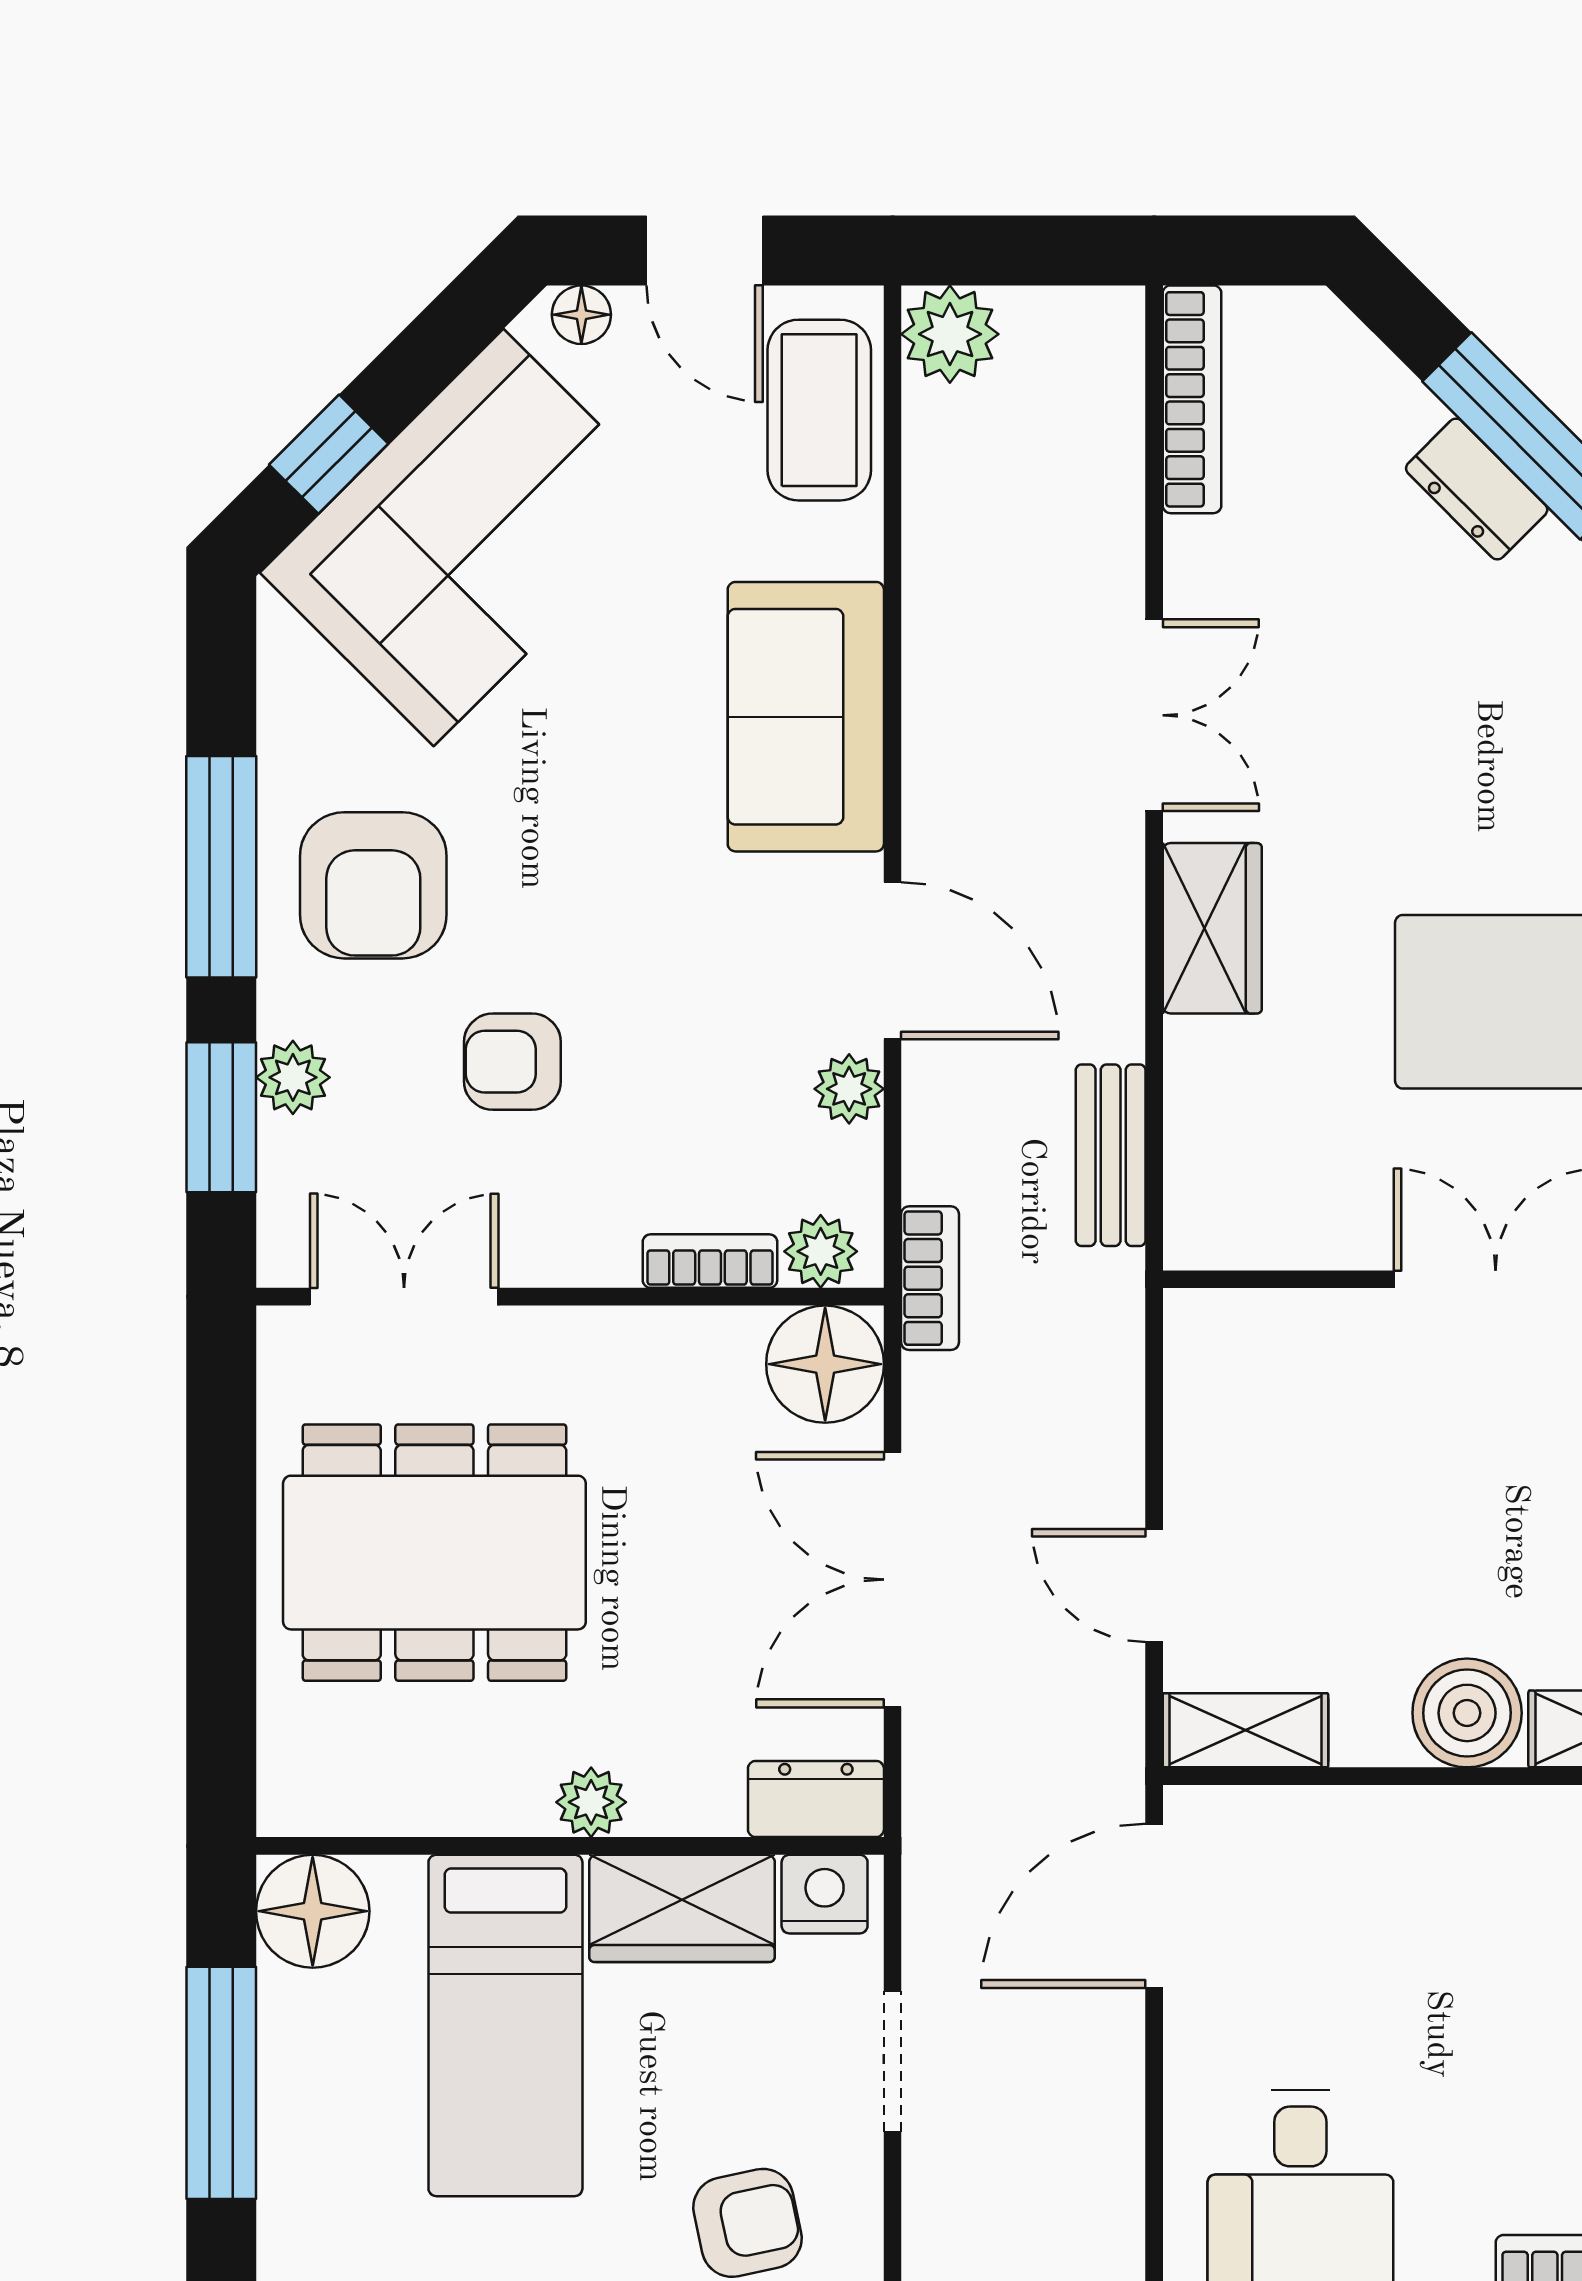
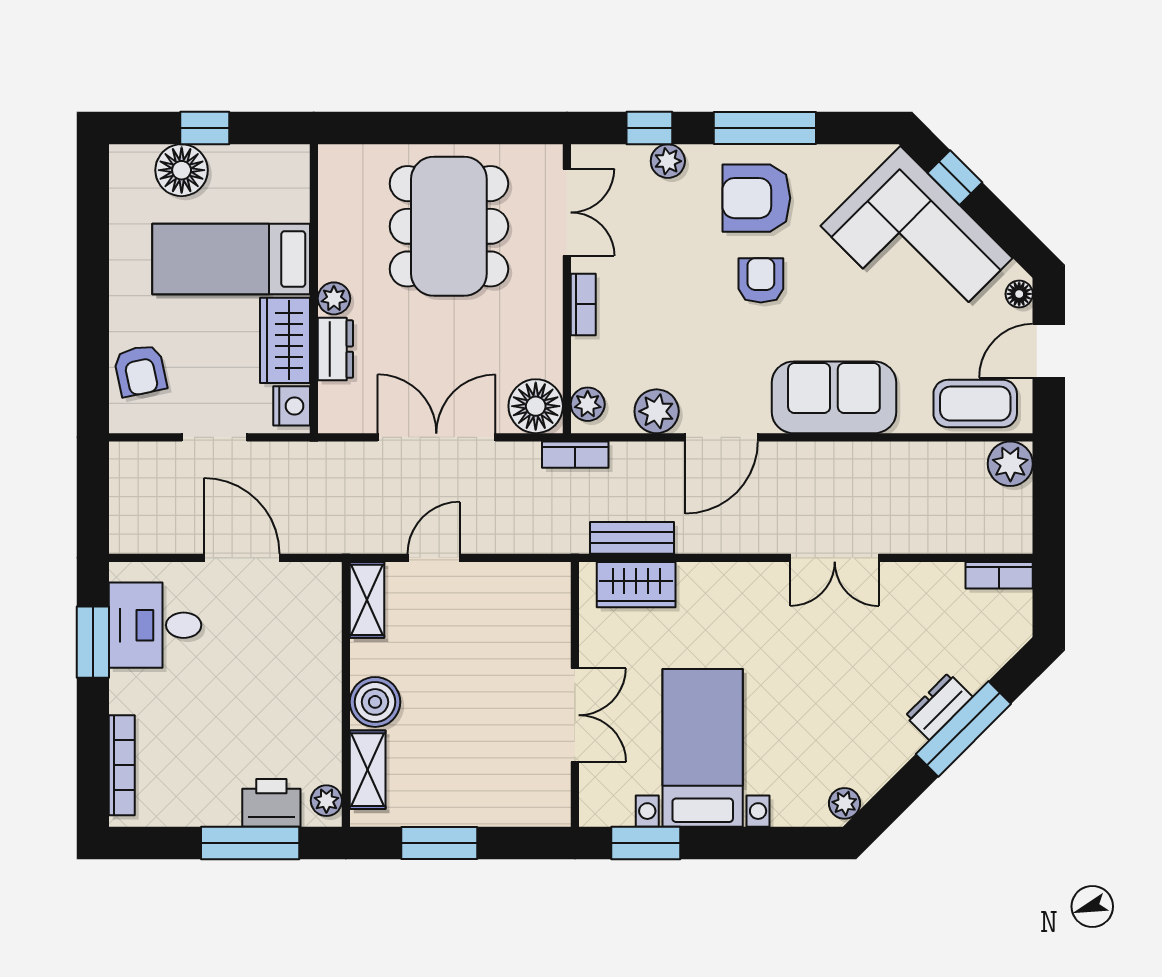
bookcase: (1192, 399) -> (999, 575), width x0.64
wardrobe: (1212, 928) -> (636, 585), moved
armchair: (512, 1062) -> (761, 280), moved
plant: (849, 1089) -> (657, 411), width x1.38, depth x1.38
window: (221, 1117) -> (649, 128), width x0.67
bookcase: (710, 1261) -> (583, 304), moved
dresser: (816, 1799) -> (335, 349), moved
door: (1154, 1906) -> (242, 558), moved
floor lamp: (313, 1911) -> (182, 170), moved
window: (221, 2083) -> (205, 128), width x0.46

